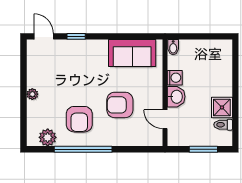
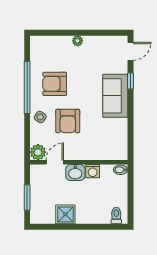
sofa: (132, 53) -> (115, 96), moved
armchair: (120, 105) -> (68, 121), turned 180
toilet: (223, 125) -> (116, 215), moved
side table: (116, 135) -> (40, 117), added
plant: (48, 137) -> (38, 152), moved

